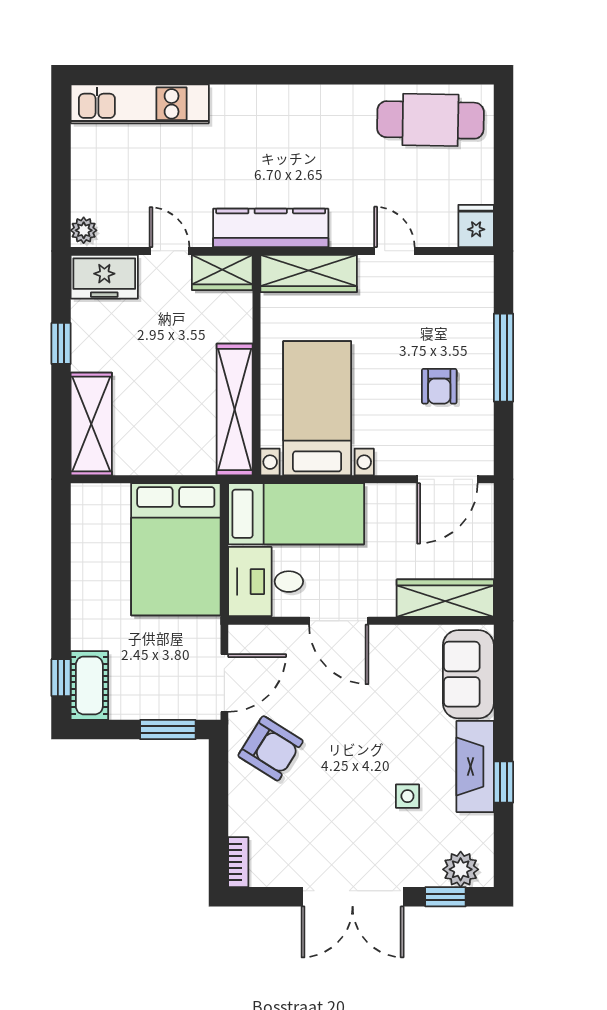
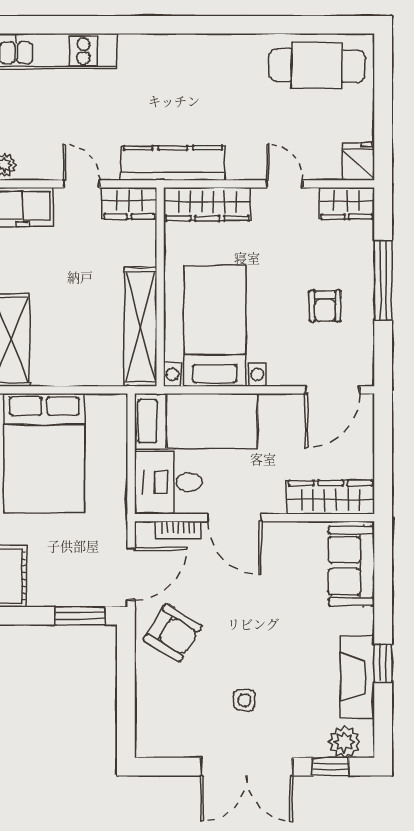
wardrobe: (463, 273) -> (347, 203), added
bed: (176, 549) -> (44, 453), moved
fireplace: (475, 766) -> (357, 677), moved
side table: (407, 796) -> (244, 700), moved
bookcase: (238, 862) -> (178, 530), moved, turned 90

